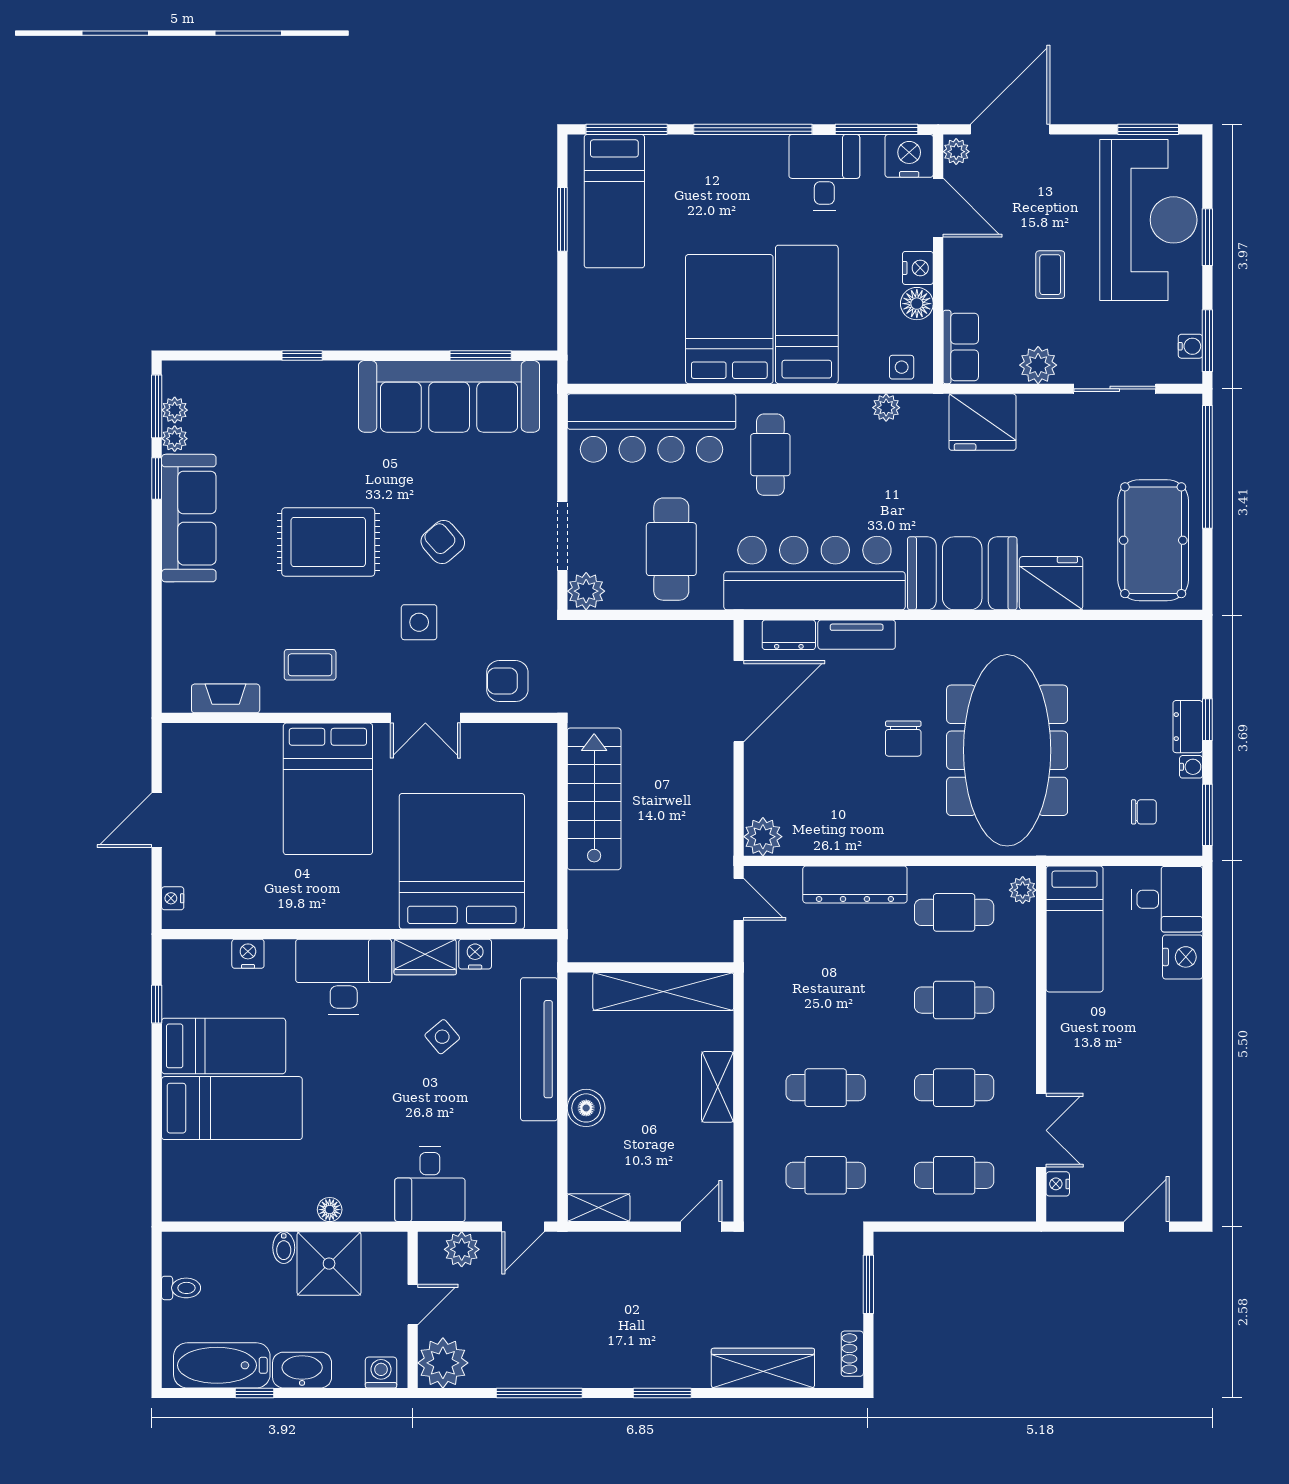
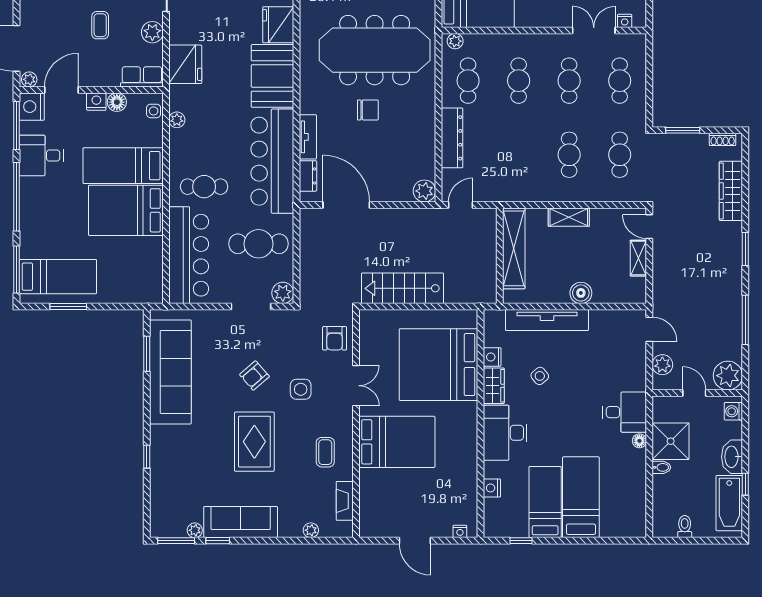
coffee table: (1050, 275) -> (100, 25), turned 90
plant: (175, 410) -> (311, 530), moved
desk: (430, 1184) -> (625, 412), moved
shelving: (599, 1208) -> (638, 258), moved

